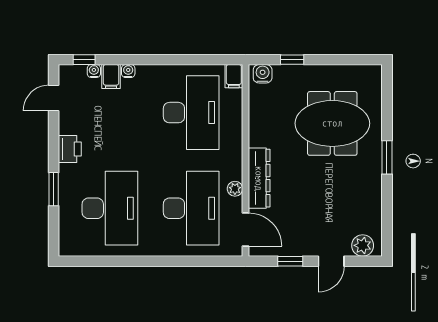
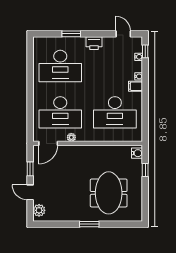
filing cabinet: (234, 76) -> (136, 137), removed
filing cabinet: (111, 77) -> (135, 86), moved
dresser: (259, 178) -> (77, 151), removed

